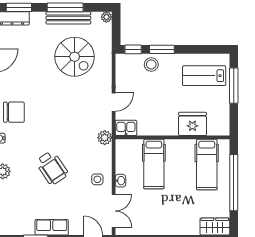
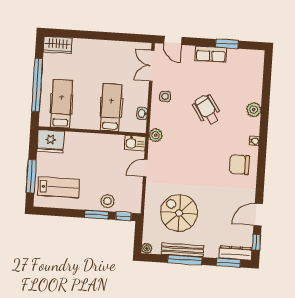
fridge: (192, 124) -> (51, 141), moved
washbasin: (120, 181) -> (142, 113), moved

